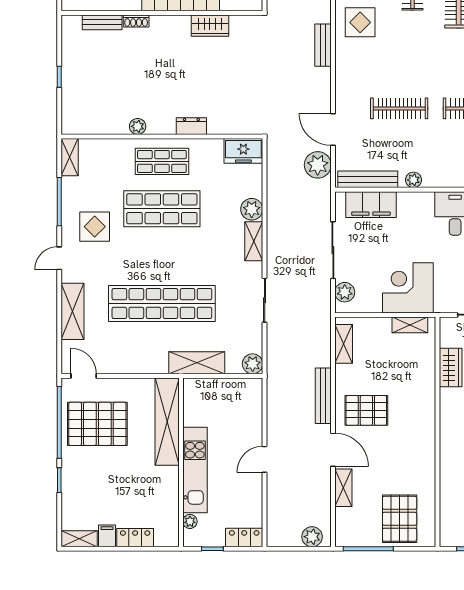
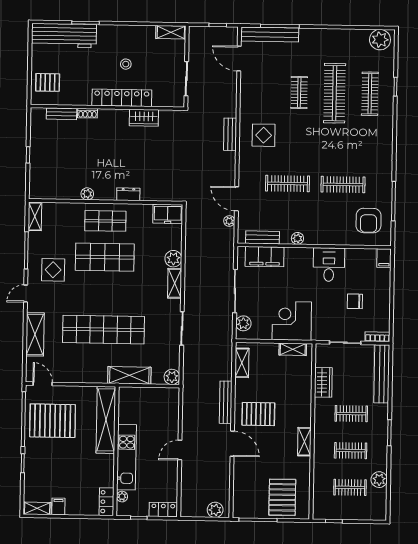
display table: (360, 22) -> (264, 135), moved
plant: (318, 165) -> (229, 221), width x0.53, depth x0.53
bench: (368, 179) -> (262, 237), width x0.73
shelving: (343, 488) -> (304, 442), moved
locker: (135, 538) -> (106, 502), moved, turned -90

